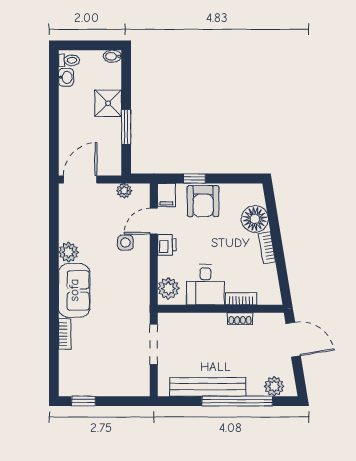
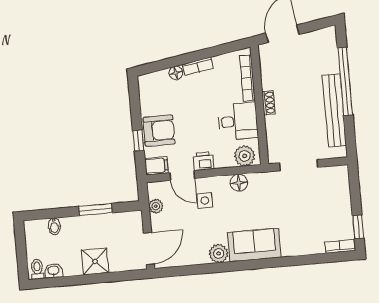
bidet: (112, 56) -> (54, 226), moved
shower: (108, 103) -> (95, 261), moved
door: (80, 179) -> (149, 249), swing flipped
floor lamp: (255, 219) -> (176, 73), width x0.53, depth x0.53
floor lamp: (141, 280) -> (239, 183), added
bookcase: (241, 299) -> (247, 78), width x1.56
shoe rack: (240, 319) -> (269, 103), moved
bookcase: (65, 334) -> (340, 246), moved
plant: (274, 386) -> (328, 48), removed

